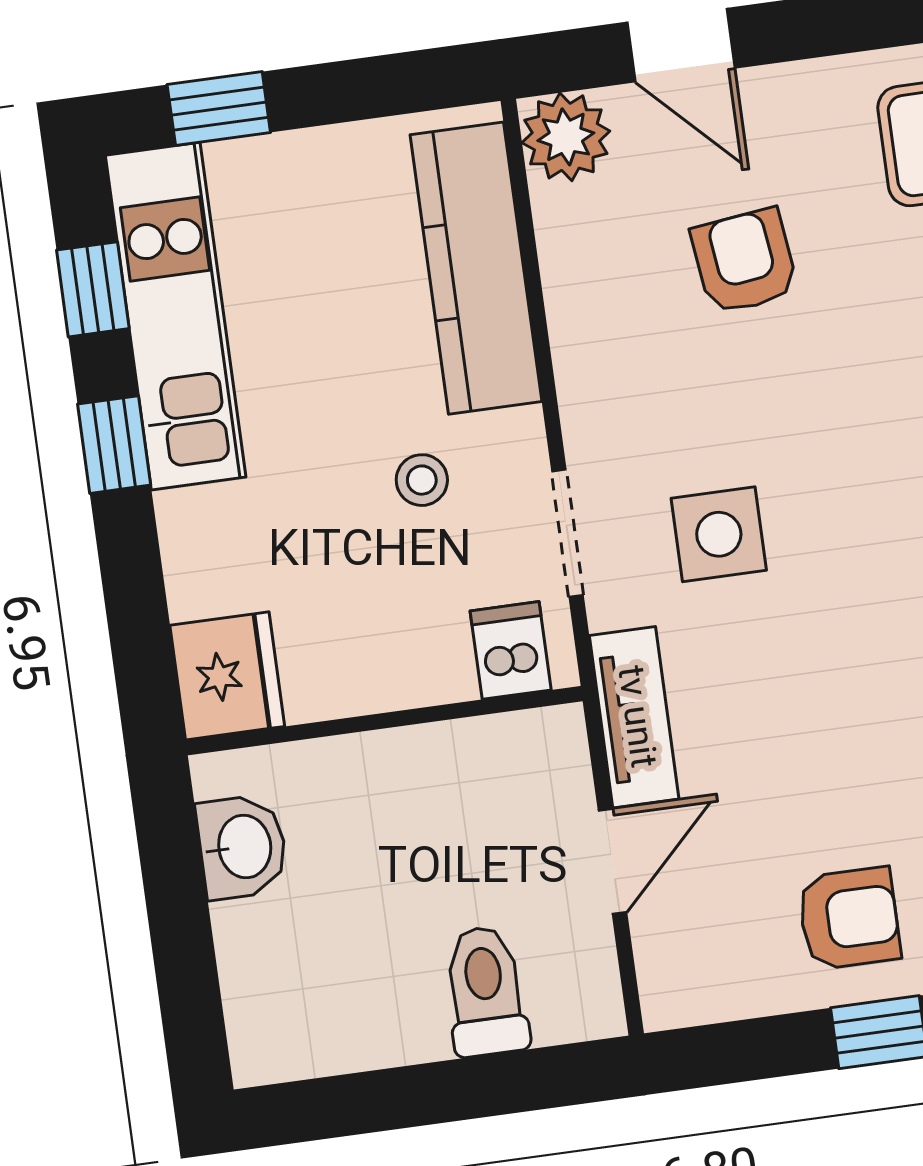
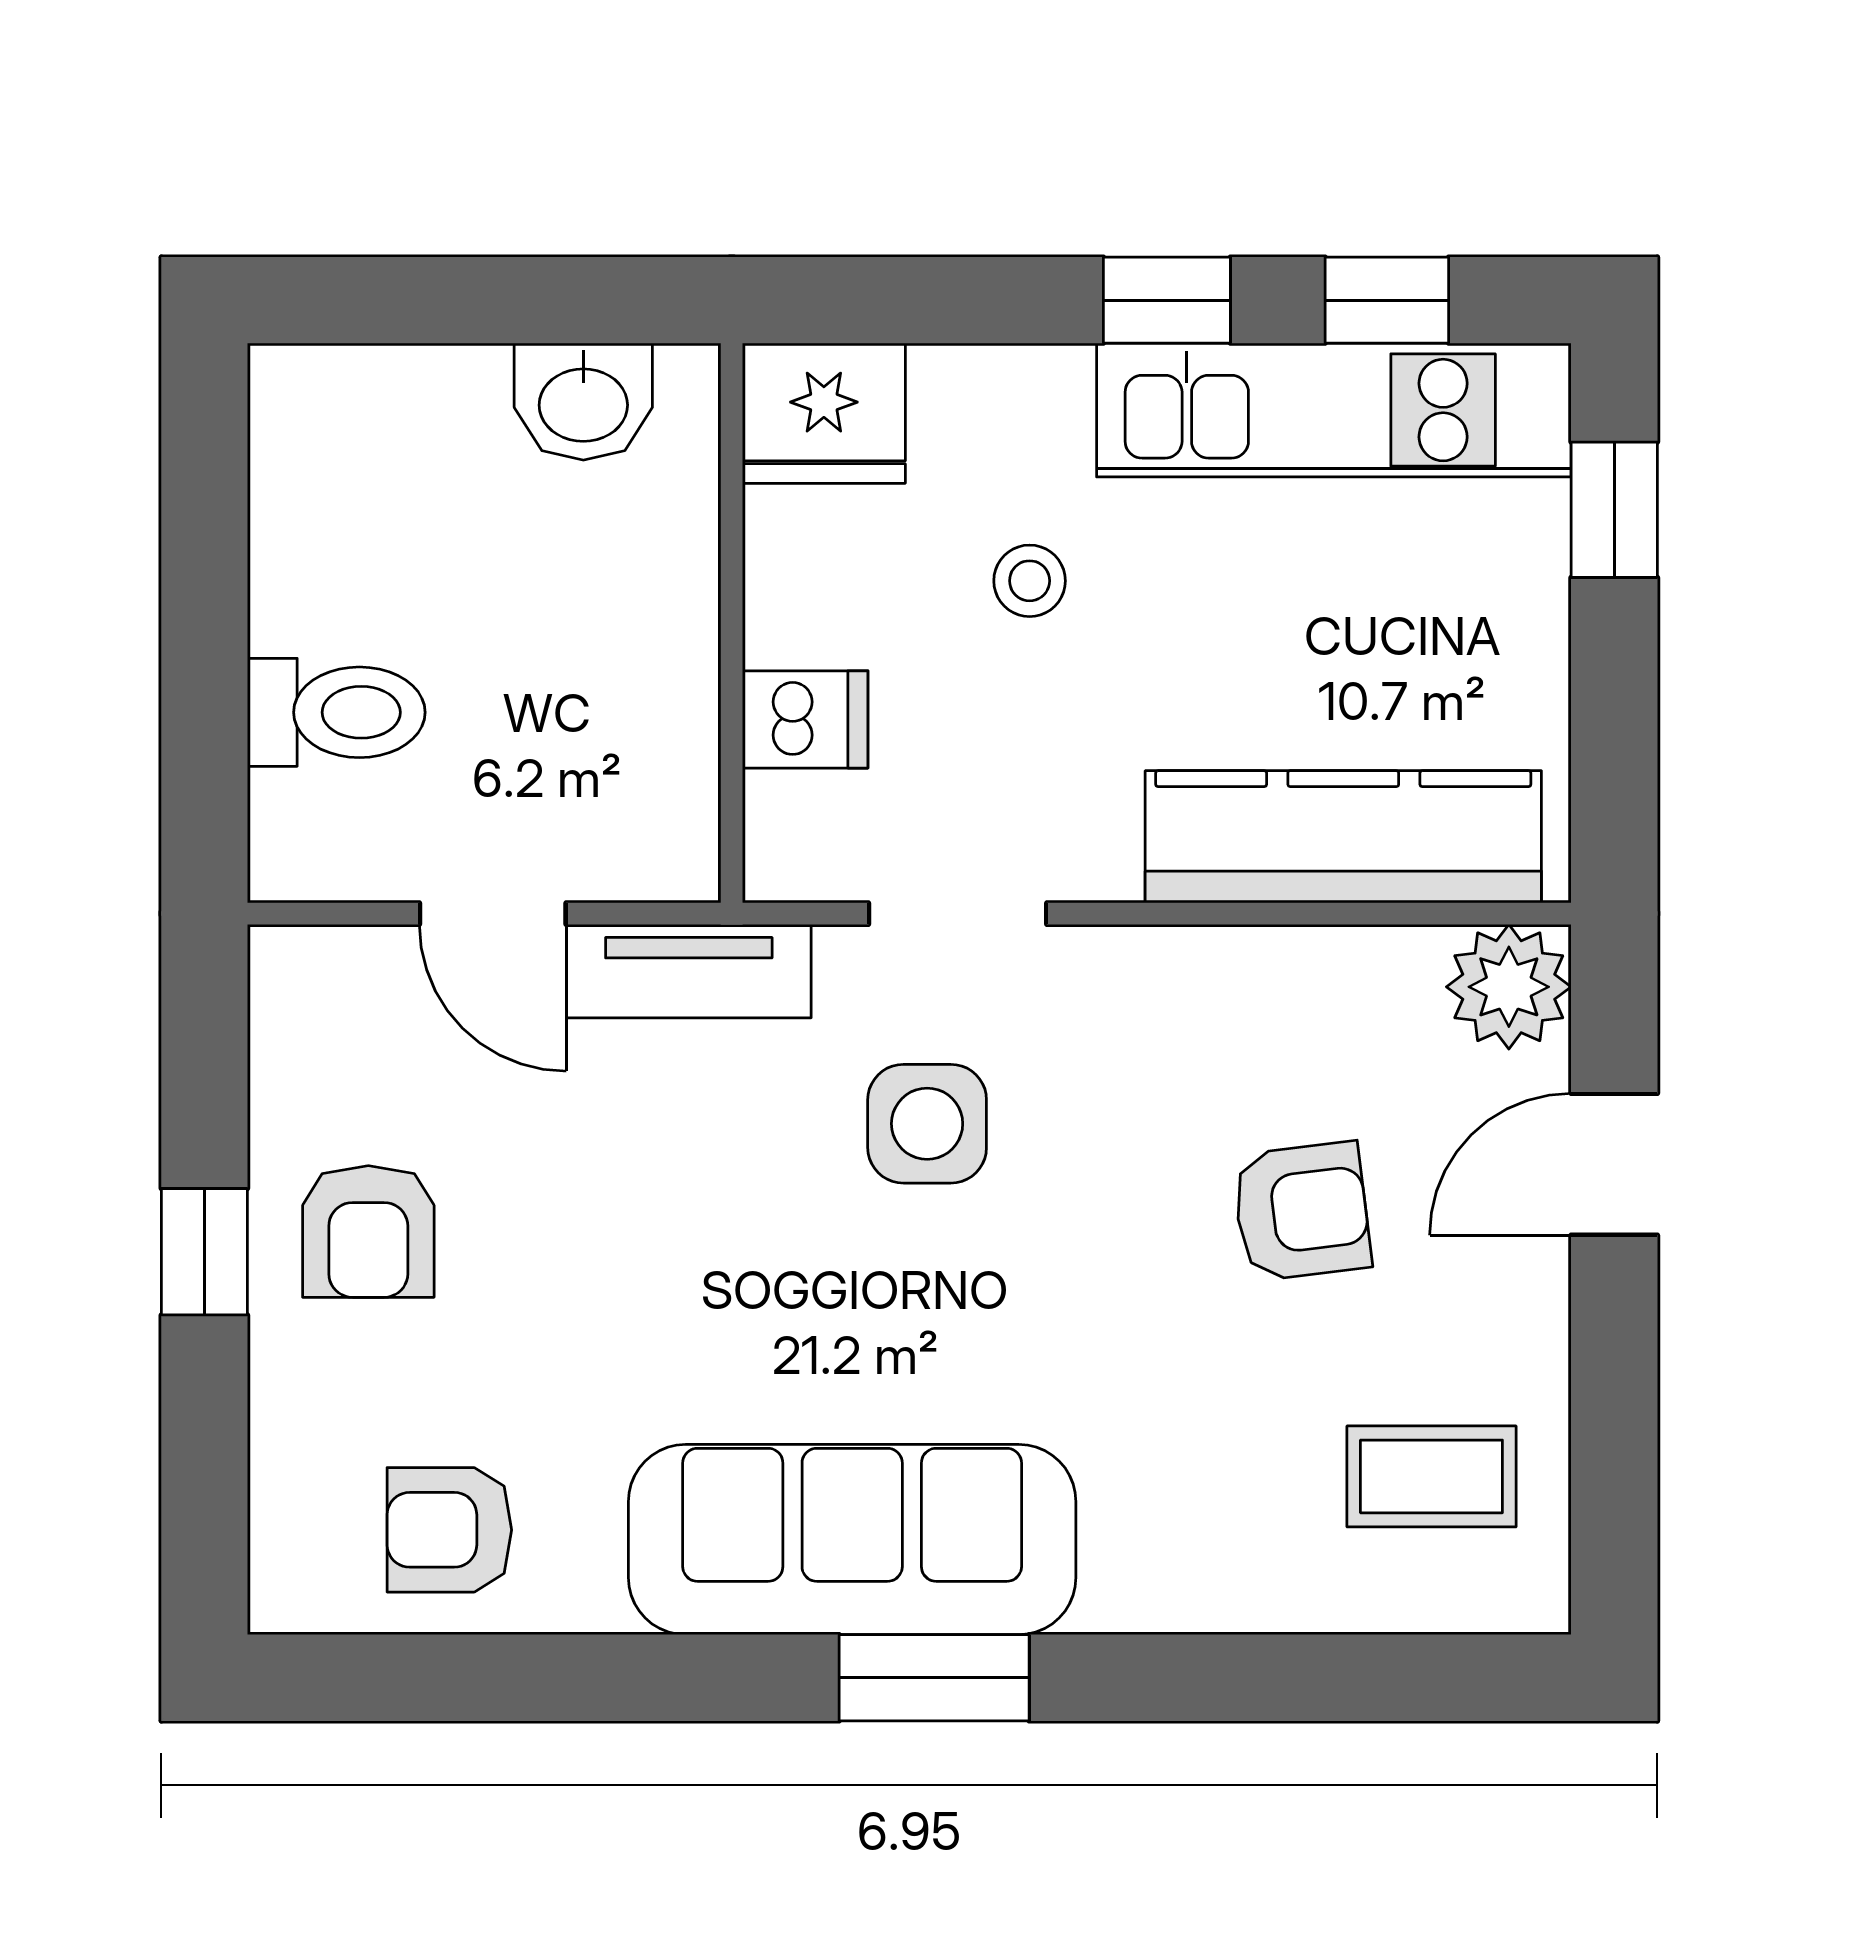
stool: (422, 480) -> (1030, 581), moved
dishwasher: (511, 650) -> (805, 719), moved

